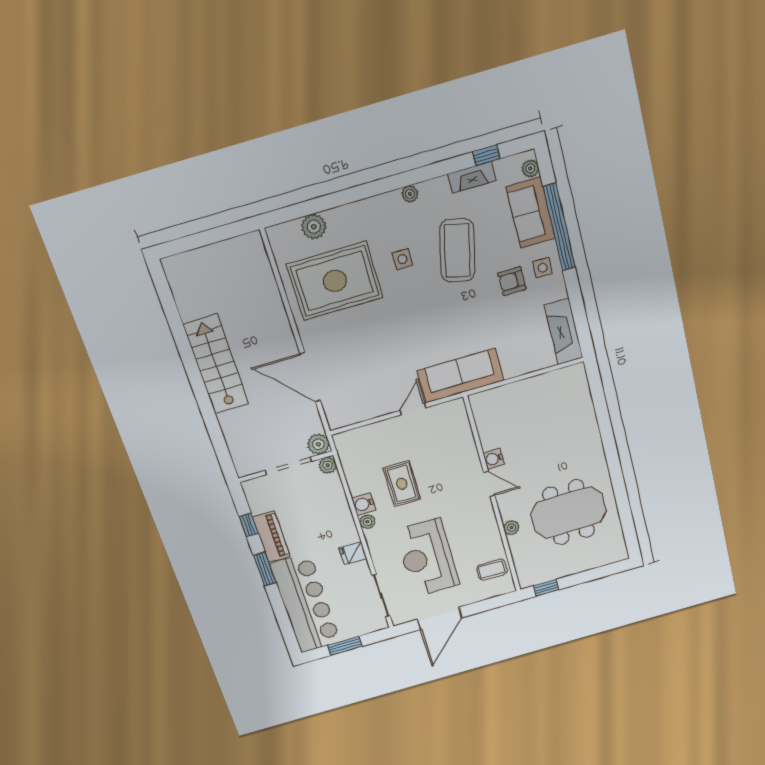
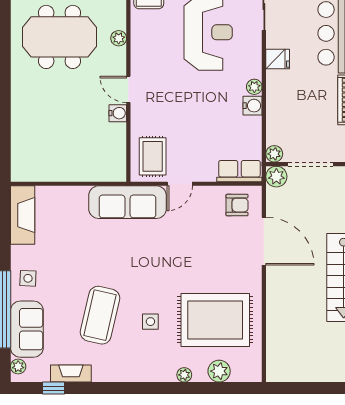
plant: (410, 194) -> (184, 375), moved
armchair: (512, 281) -> (237, 205), moved
row of seats: (357, 439) -> (239, 171), added
rug: (402, 484) -> (153, 156), moved

